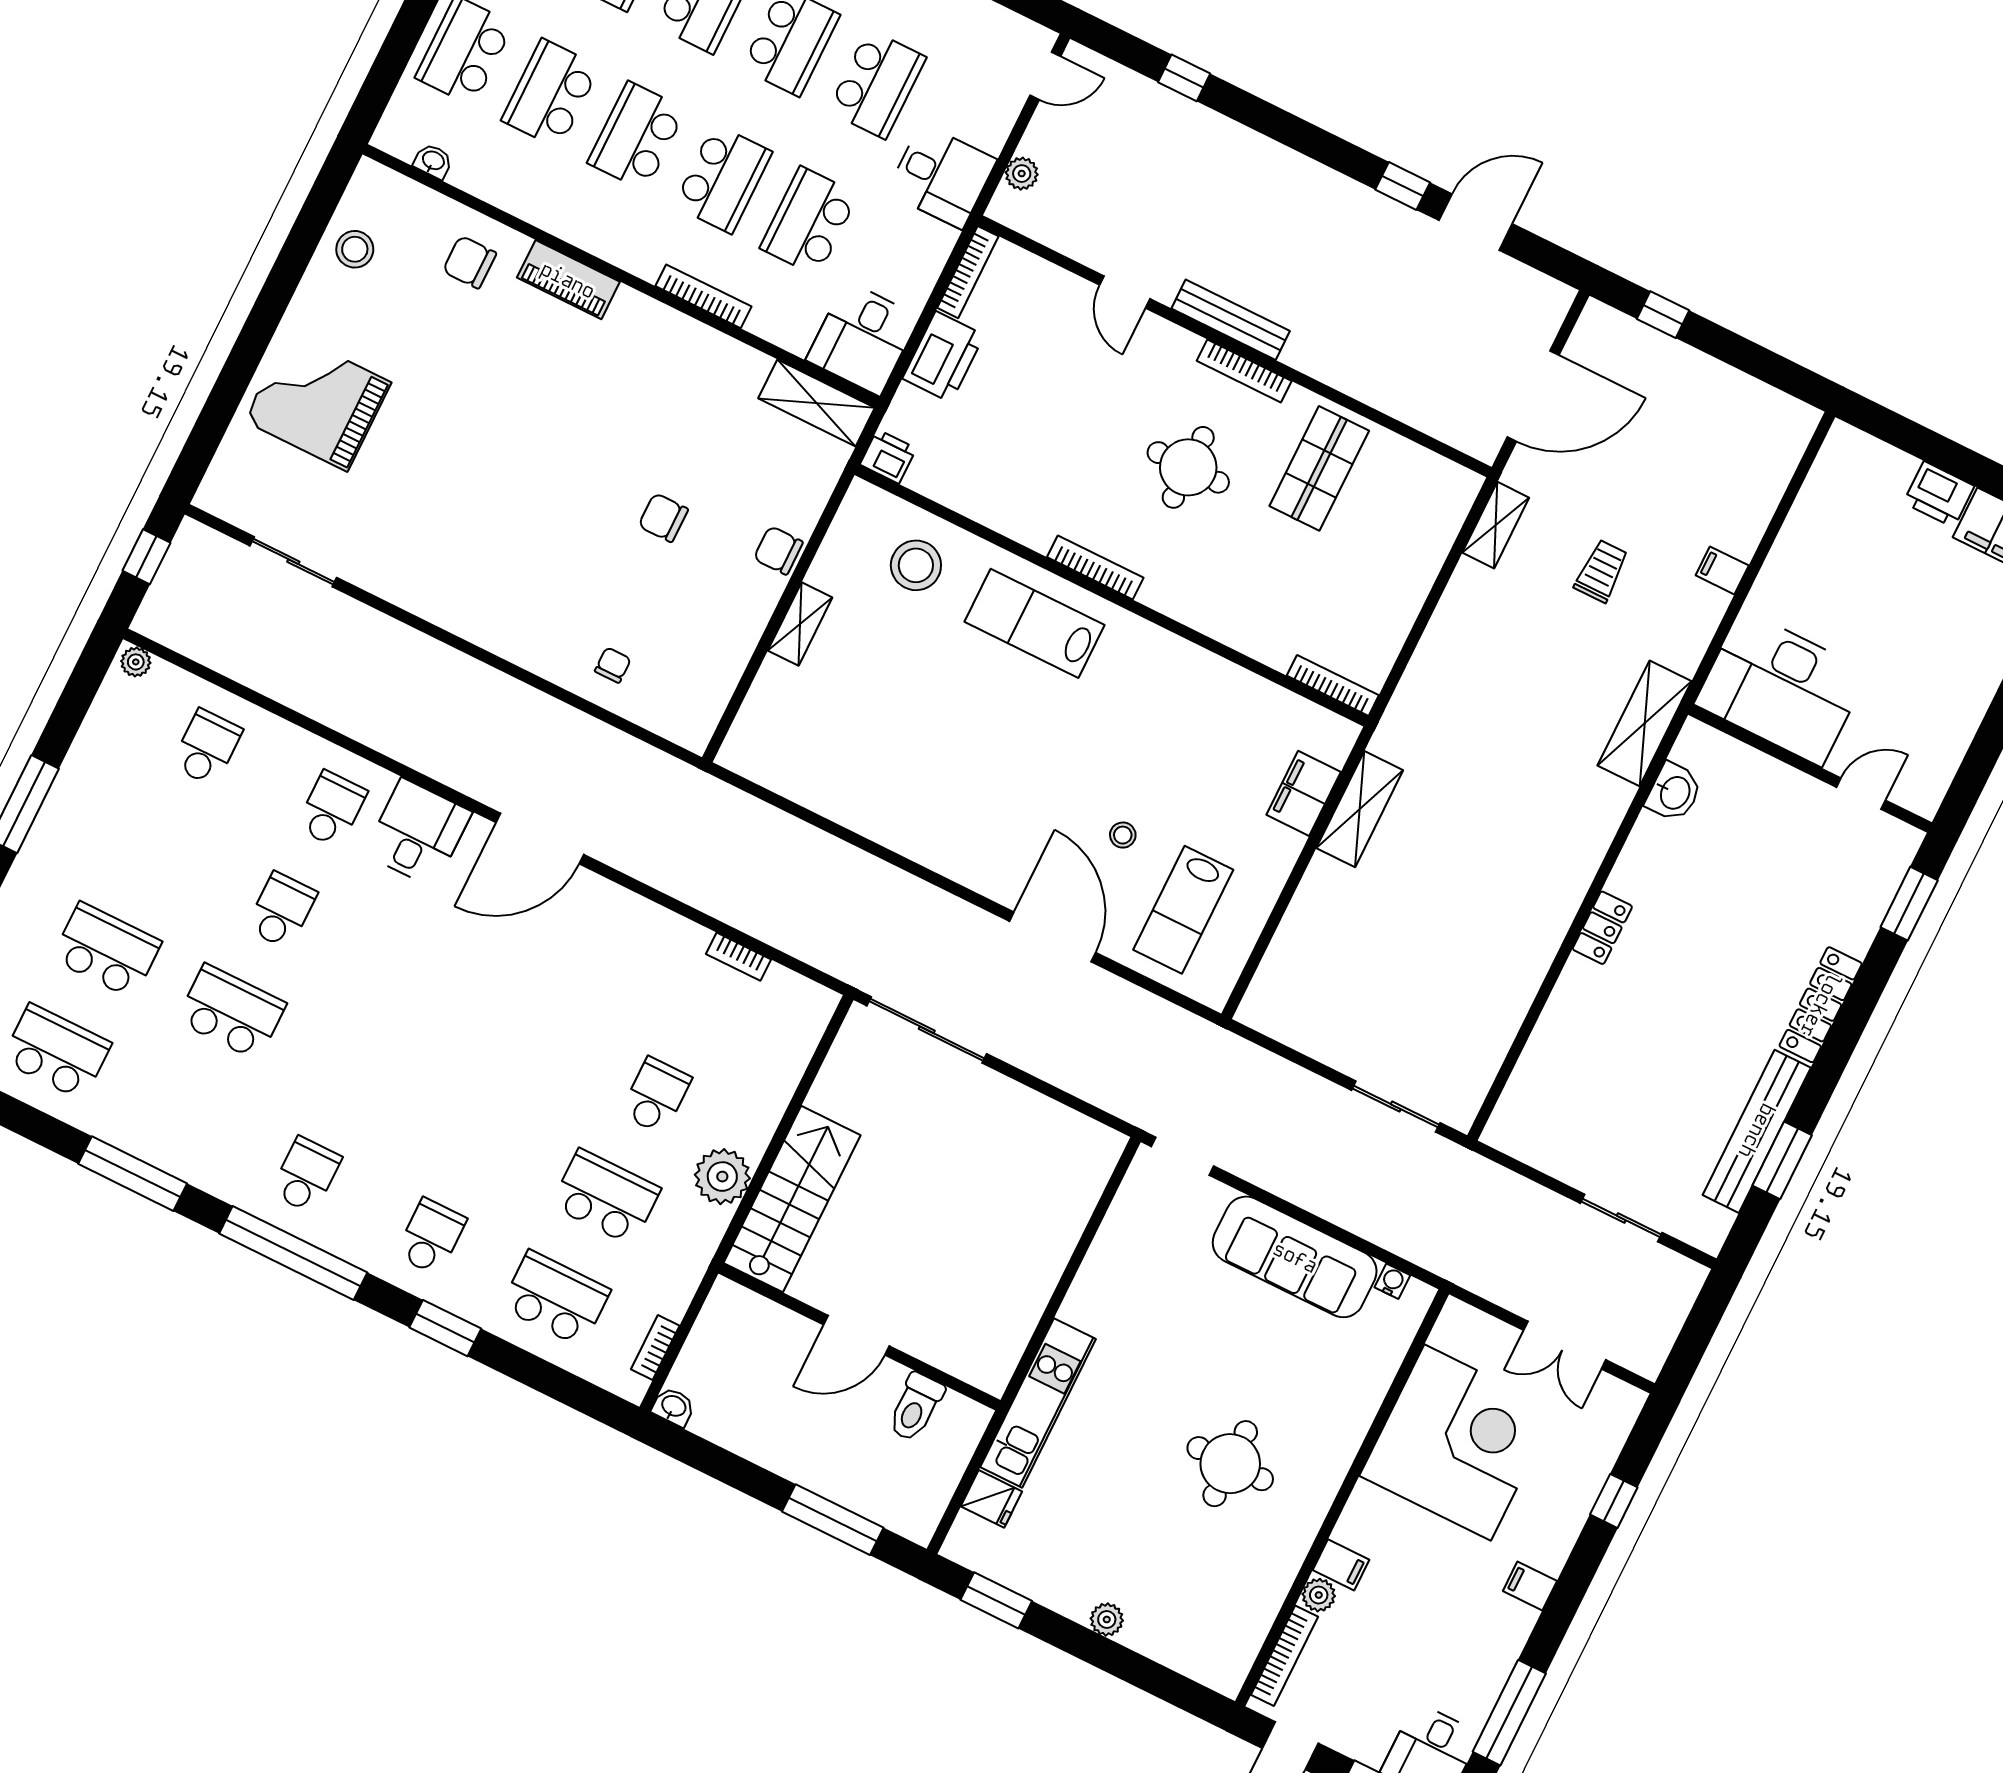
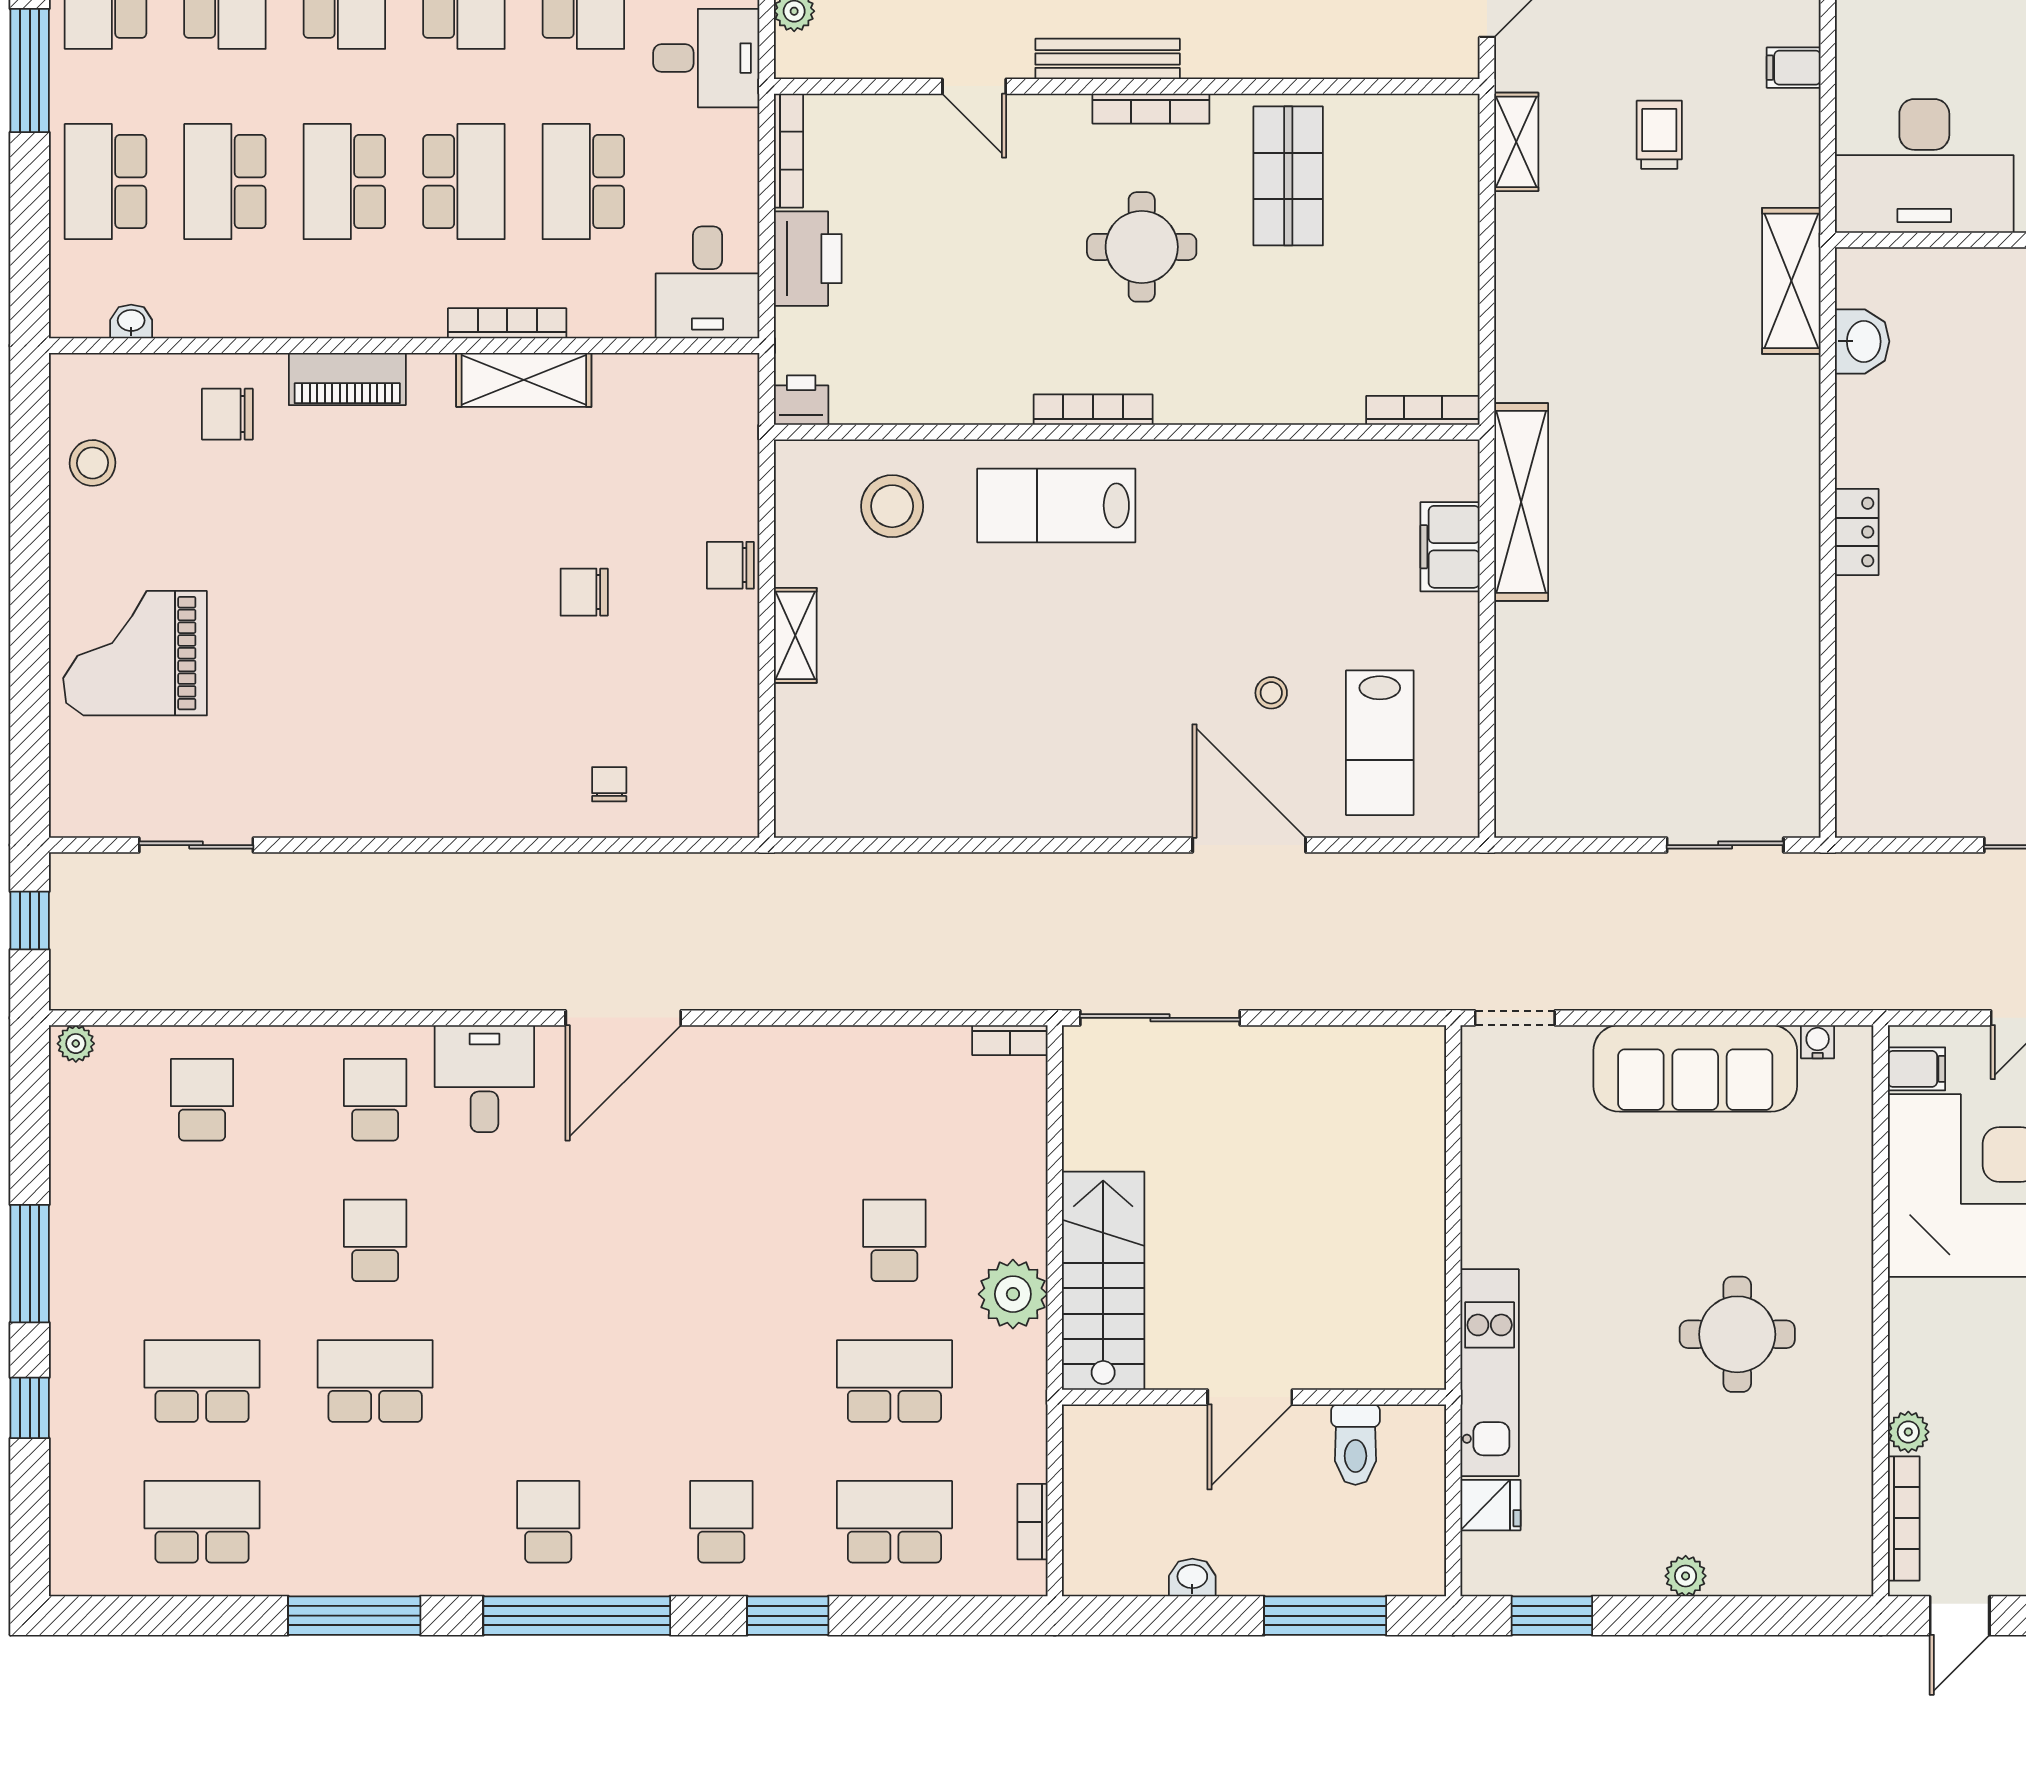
shelving: (817, 403) -> (524, 380), moved
shelving: (1360, 809) -> (1521, 502), width x1.47
bookcase: (738, 957) -> (1010, 1040), moved
washbasin: (673, 1407) -> (1192, 1578), moved
filing cabinet: (1341, 1565) -> (1916, 1069), moved

